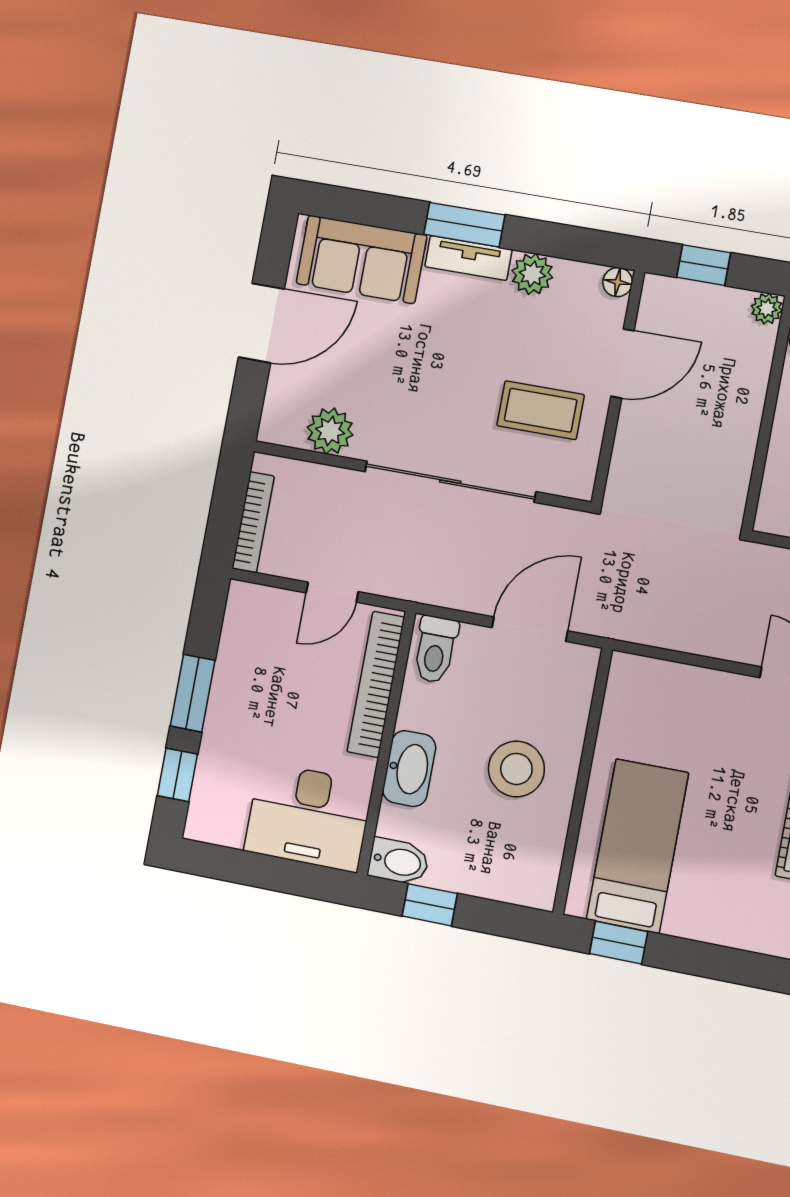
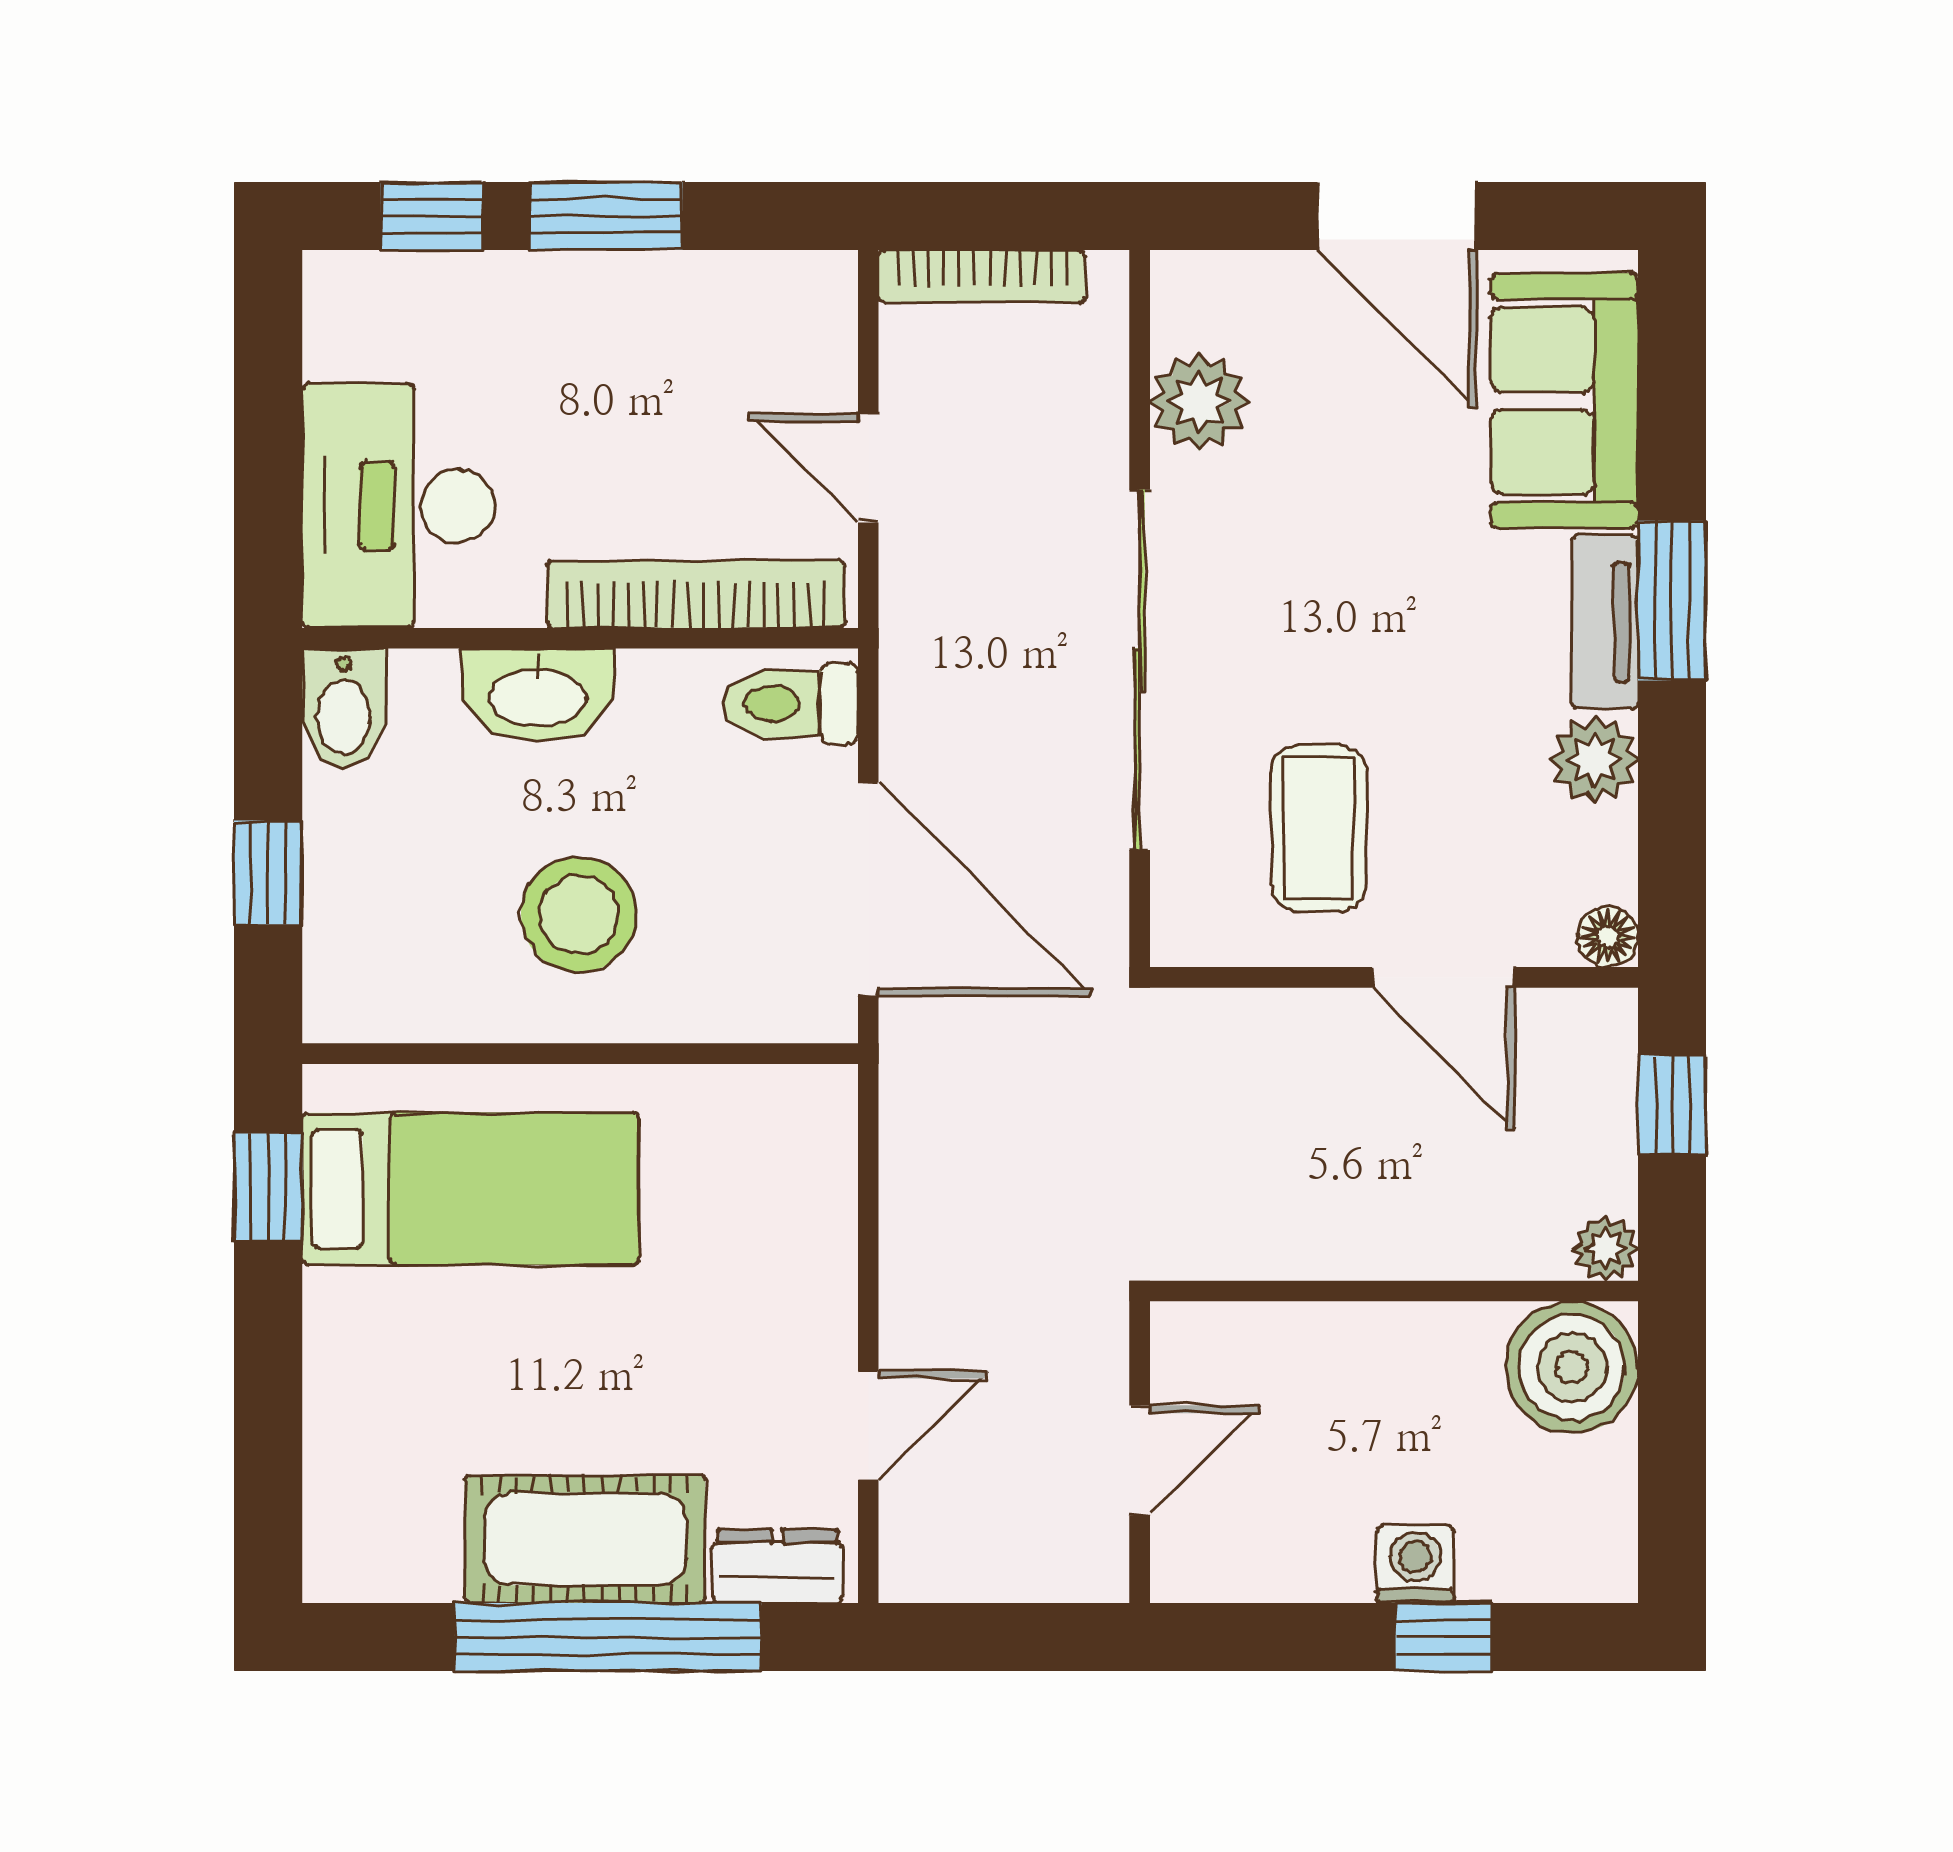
door: (530, 629) -> (868, 889), width x1.36
window: (430, 905) -> (268, 873), moved

